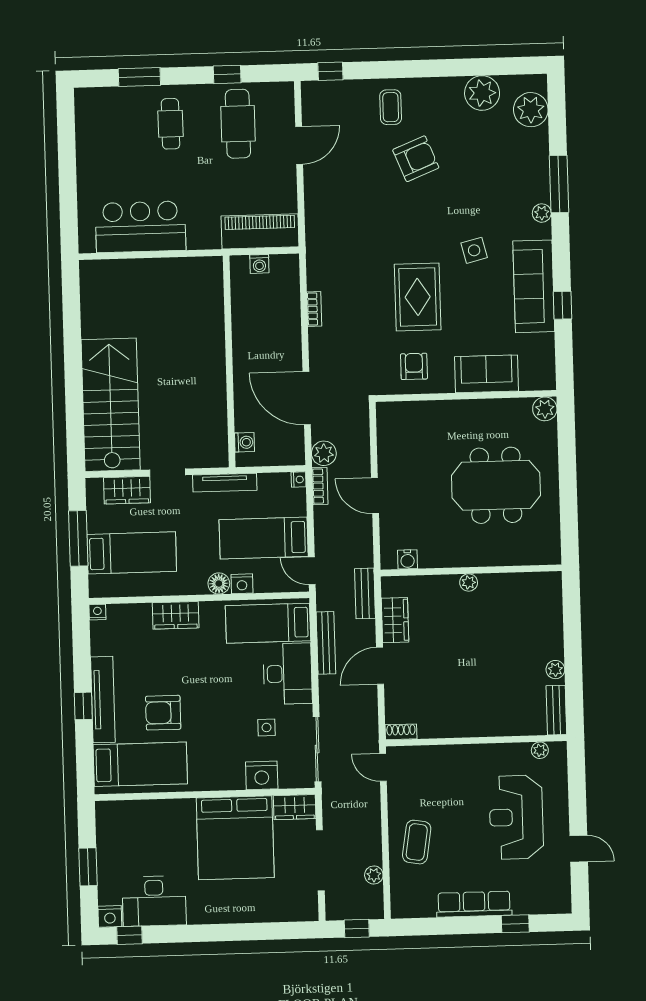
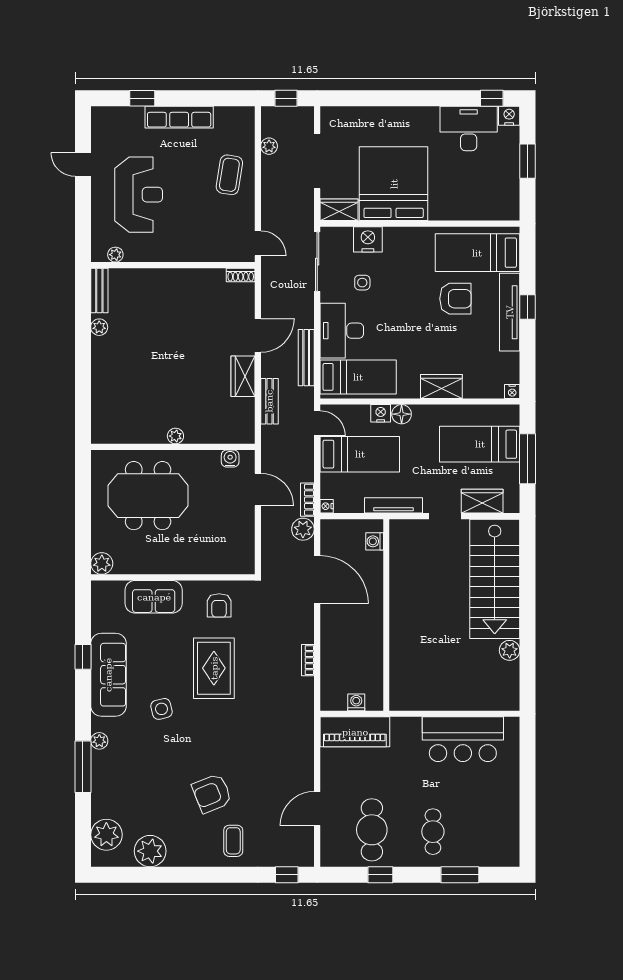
plant: (92, 326) -> (510, 650), added
water cooler: (407, 559) -> (230, 459), moved
wall: (471, 570) -> (173, 447), moved
plant: (469, 583) -> (175, 436), moved

